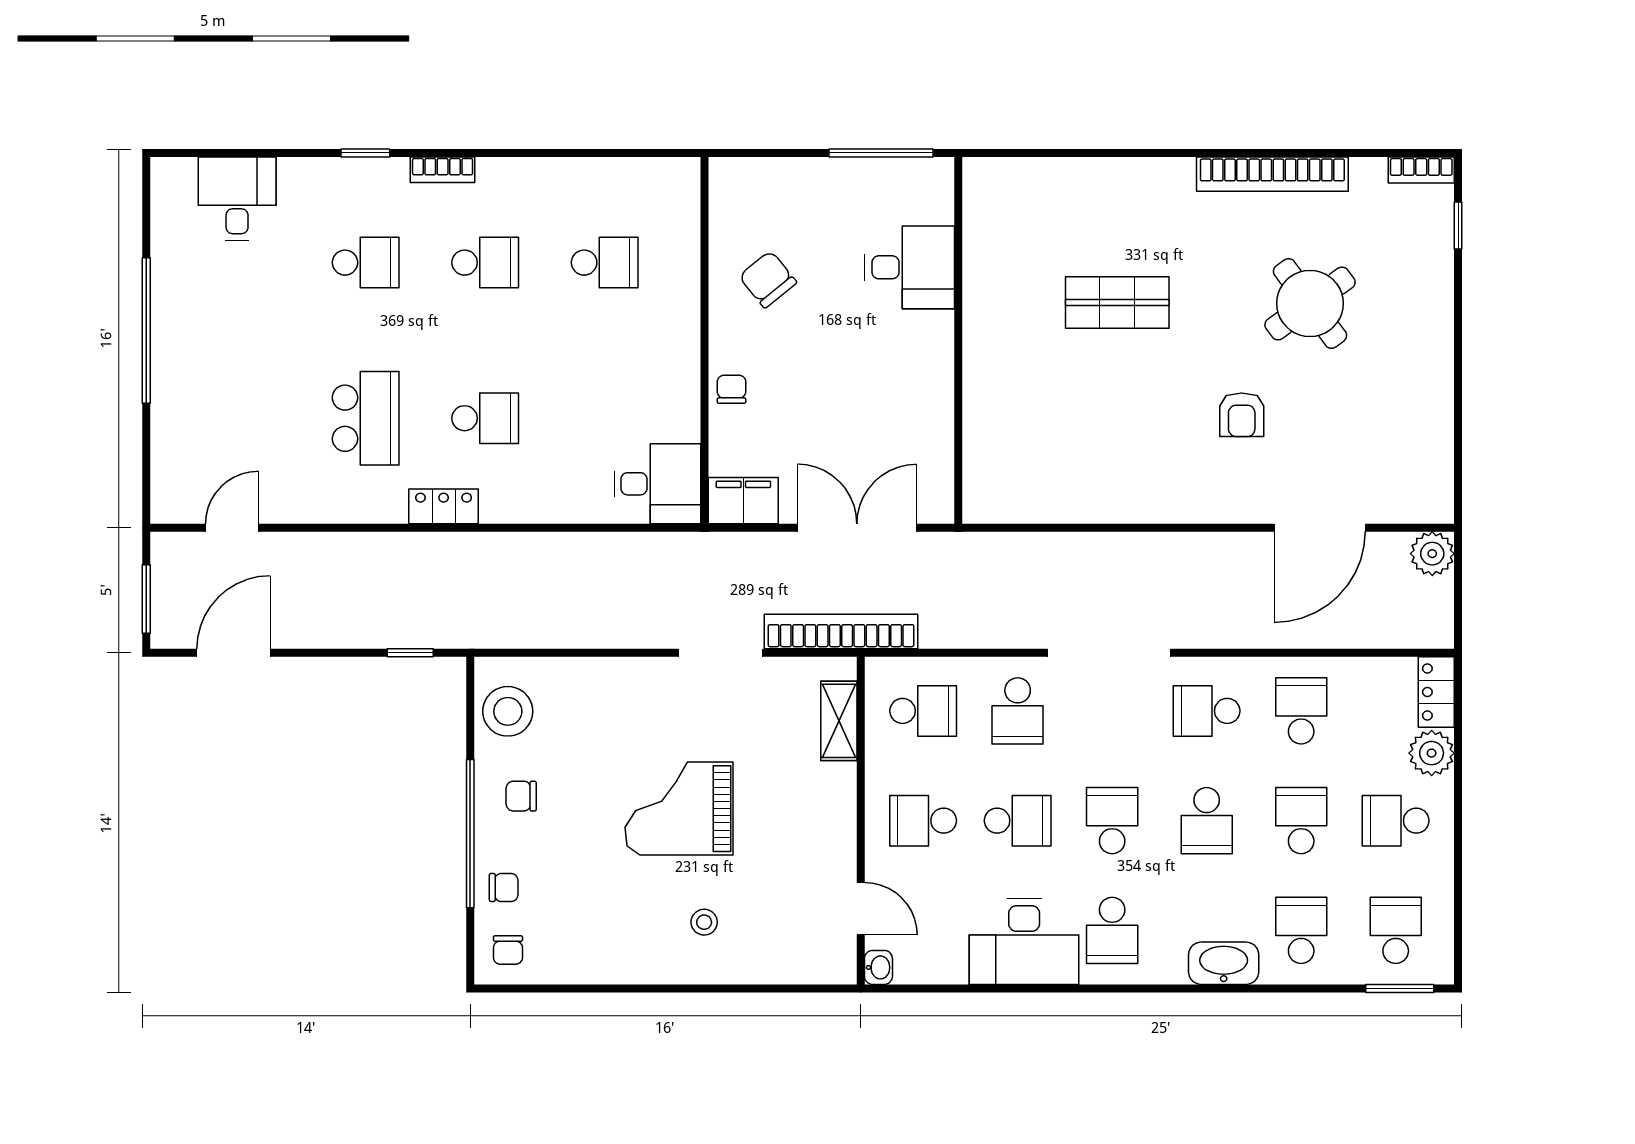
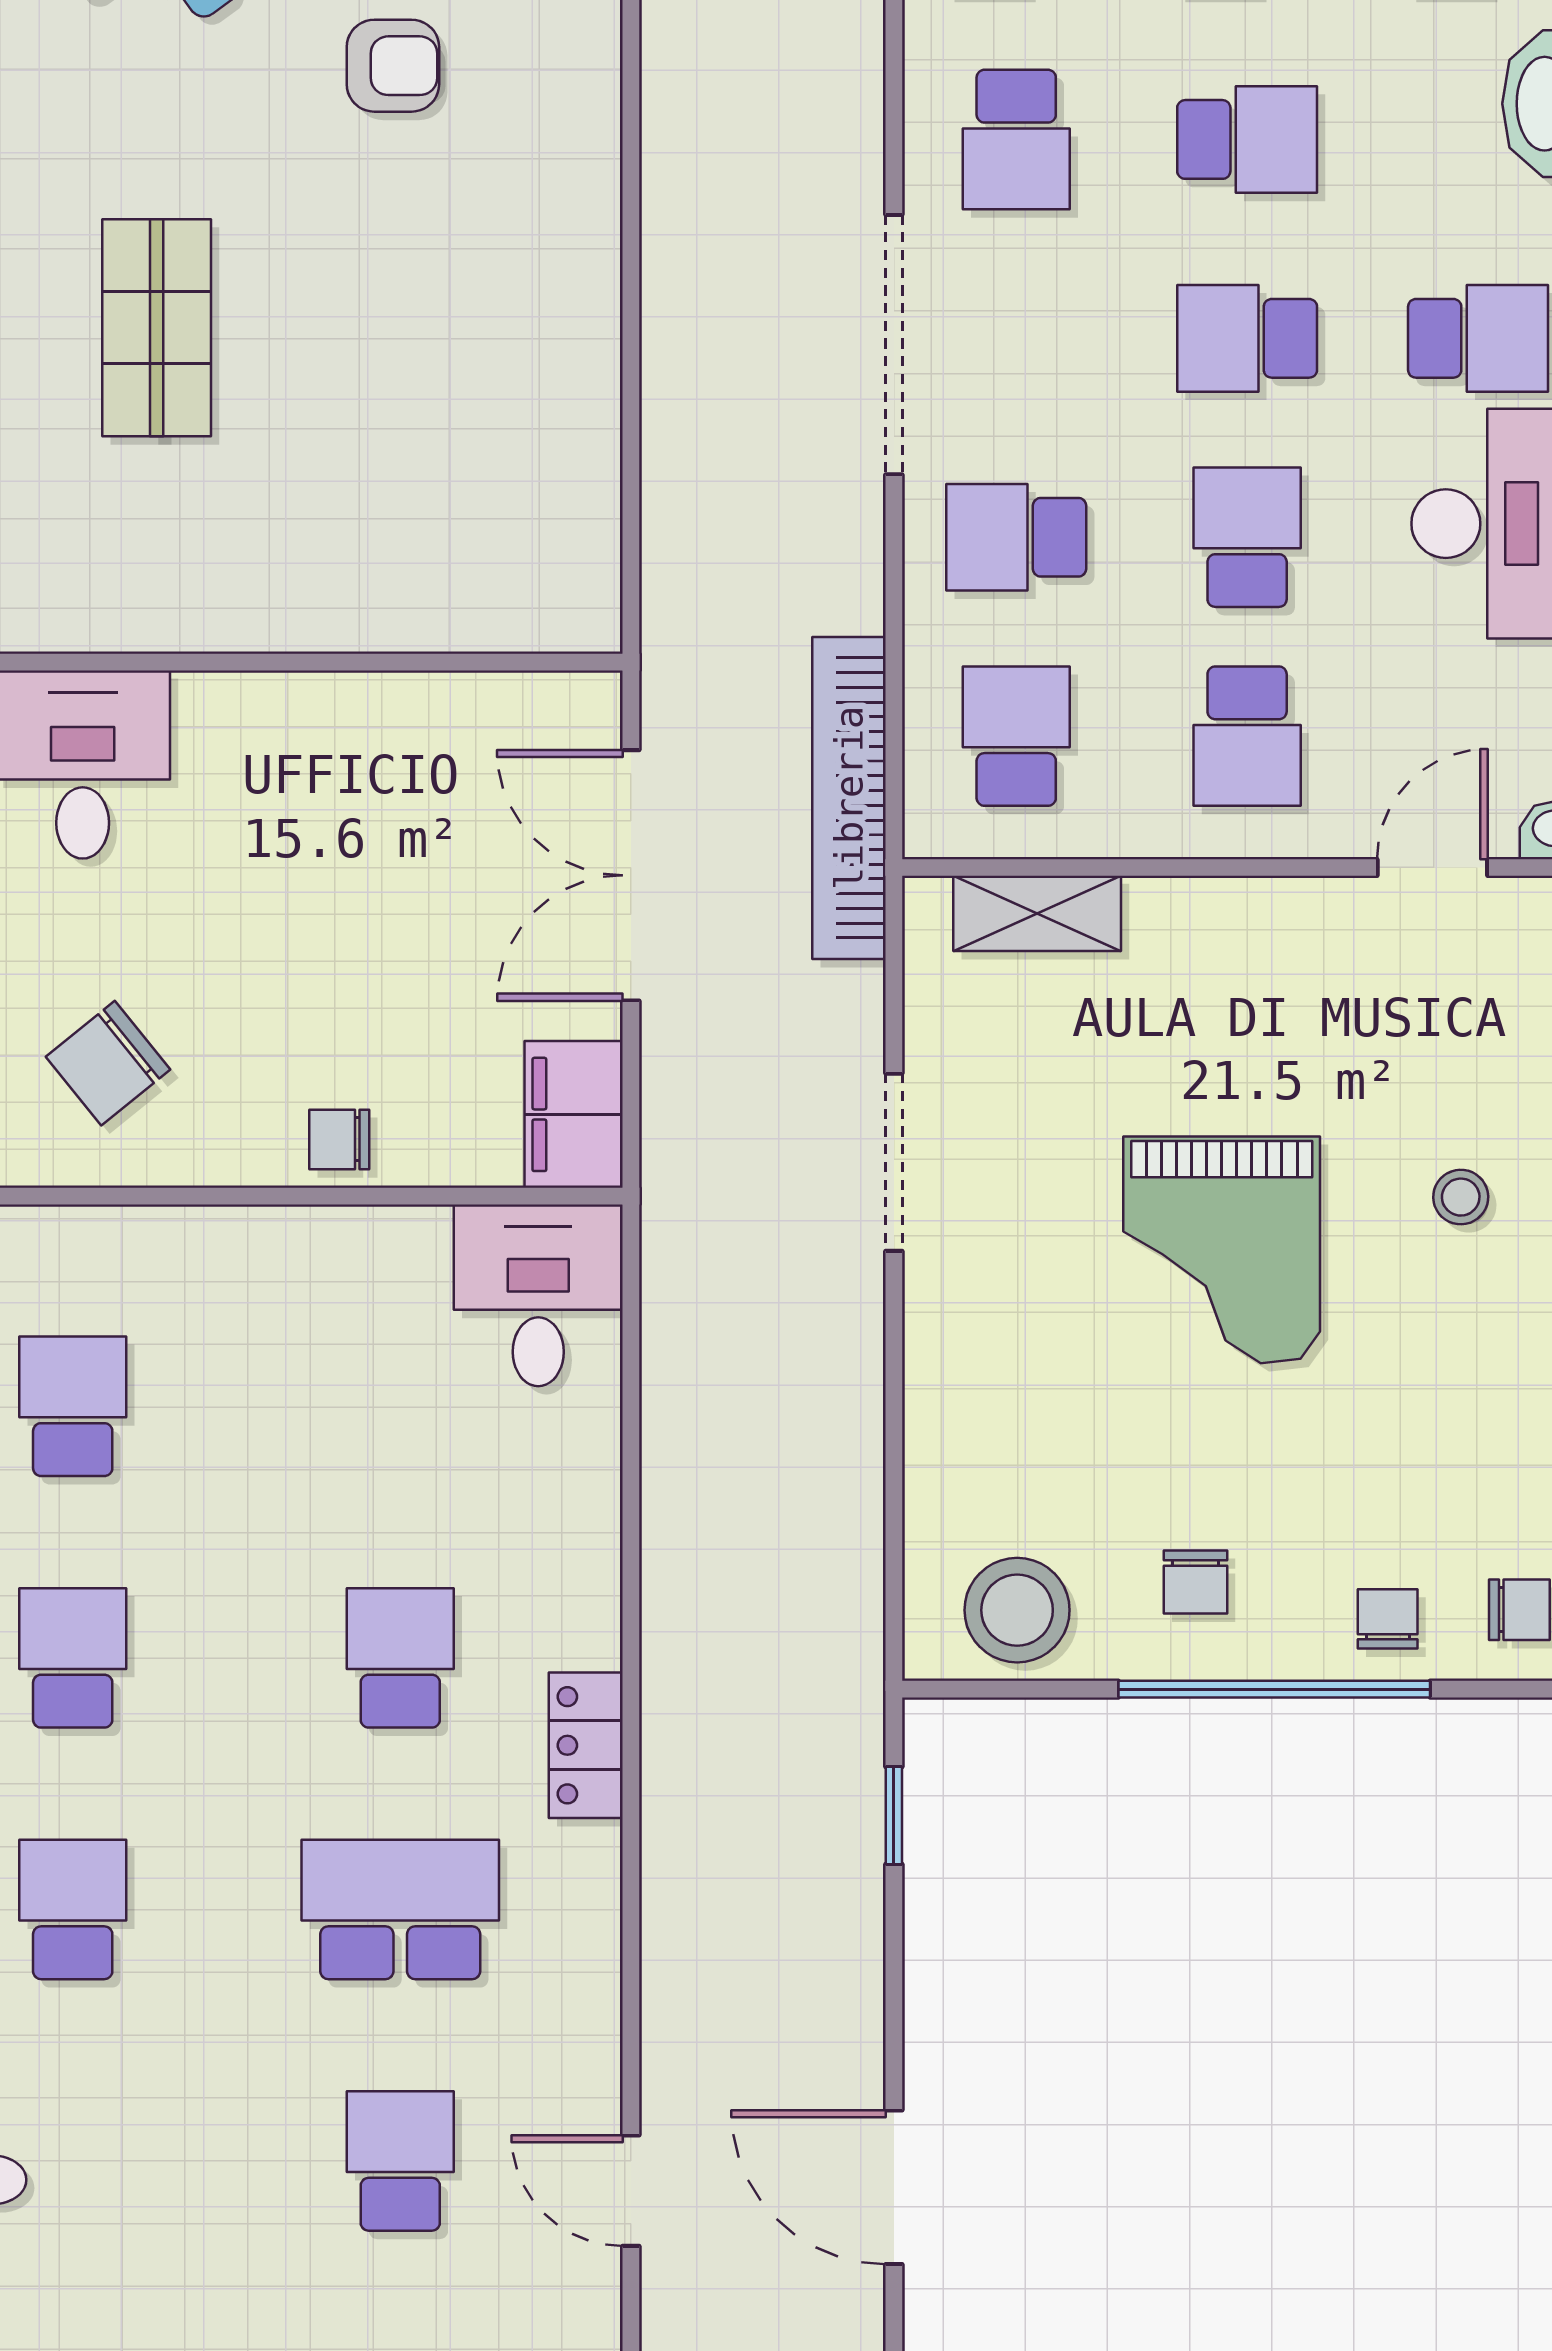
school desk: (246, 418) -> (400, 2161), added
bookcase: (841, 631) -> (849, 798), moved
school desk: (1018, 711) -> (1016, 537), turned 180

